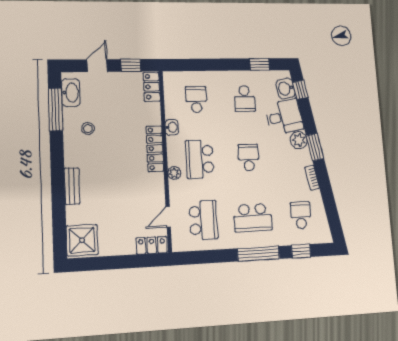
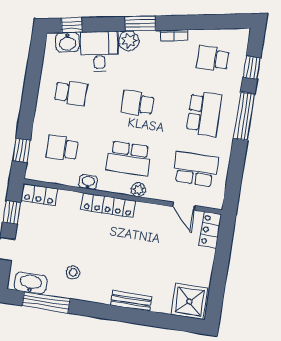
window: (260, 64) -> (21, 150), moved

